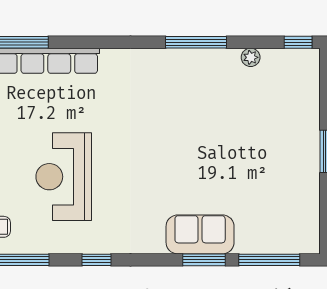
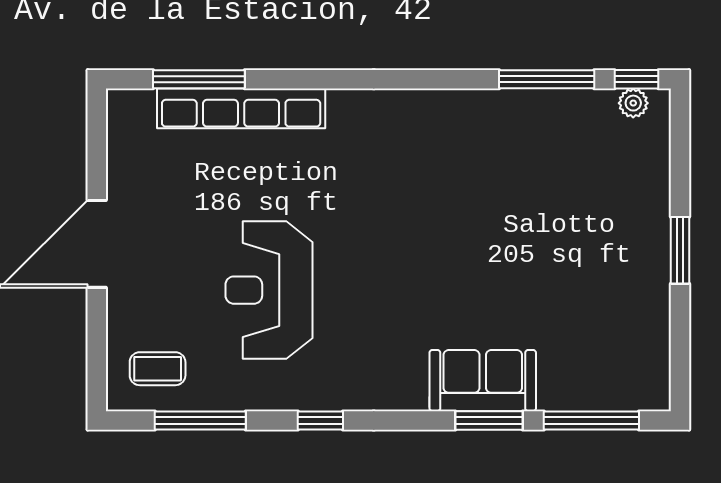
window: (196, 42) -> (547, 79), moved
plant: (251, 57) -> (633, 103), moved

